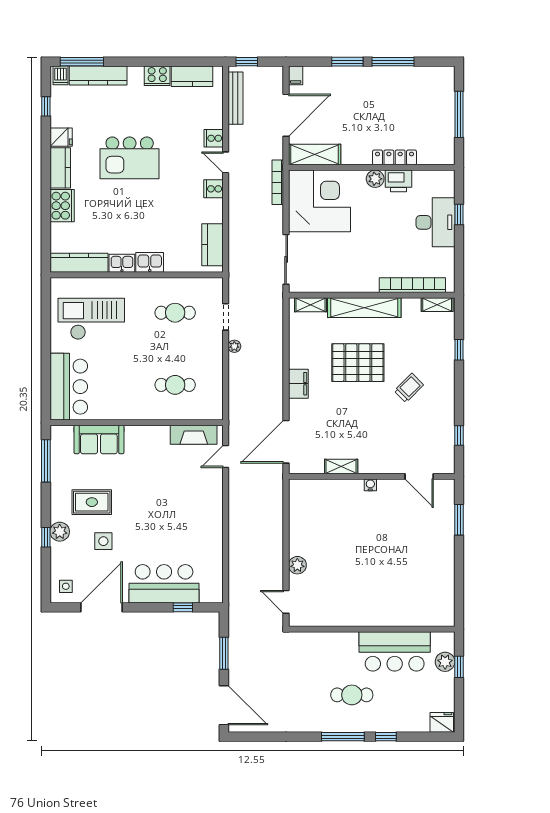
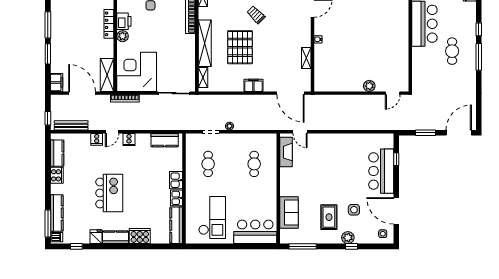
filing cabinet: (296, 75) -> (57, 82), width x2.00
checkout: (91, 319) -> (212, 217), turned 180

